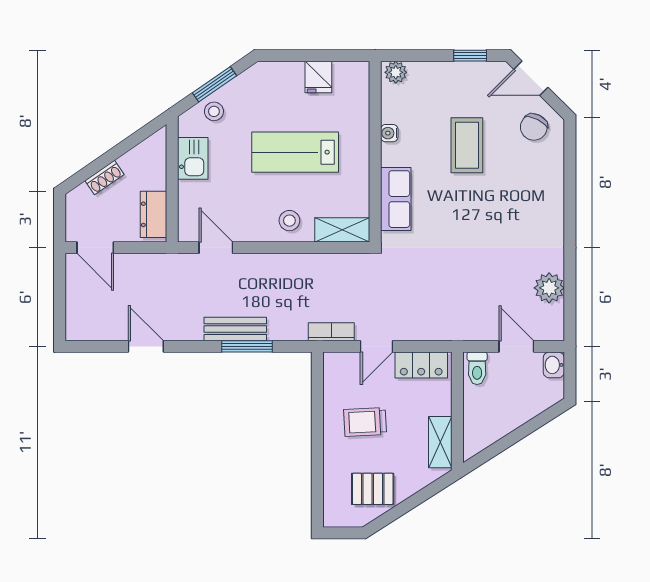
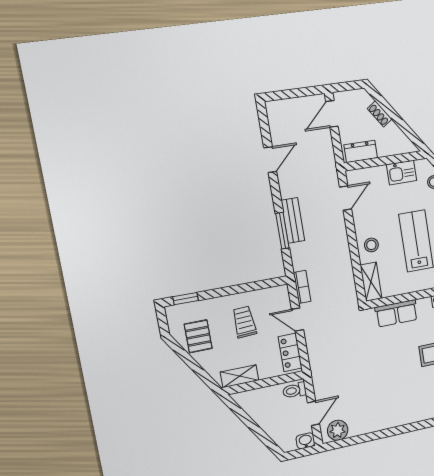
plant: (549, 288) -> (338, 430), moved
window: (317, 496) -> (186, 299), added

